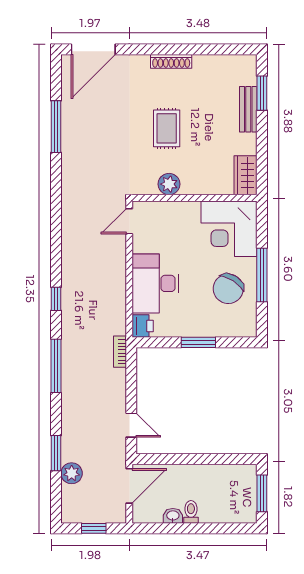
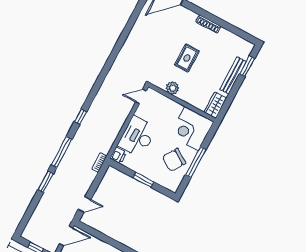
bench: (248, 109) -> (233, 75), width x1.36
window: (56, 127) -> (129, 26), removed
door: (131, 425) -> (85, 204), hinge flipped
window: (56, 453) -> (46, 182), moved
plant: (72, 473) -> (39, 213), removed

